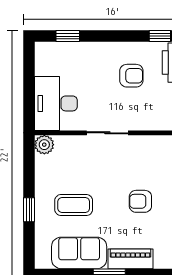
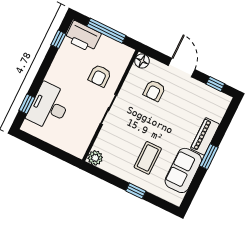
armchair: (131, 76) -> (100, 76), moved, turned 180
desk: (56, 103) -> (49, 107), moved, turned 90
armchair: (140, 201) -> (154, 91), moved

